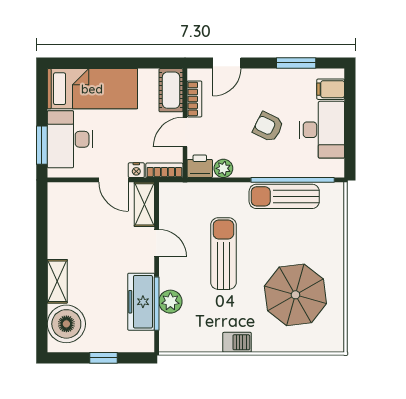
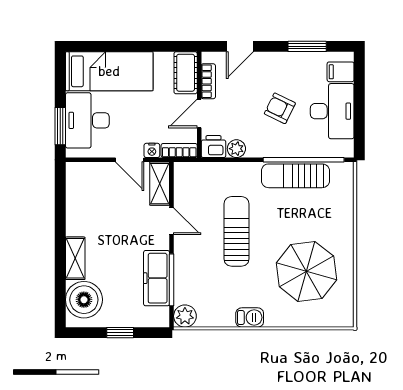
plant: (170, 302) -> (185, 316), moved

